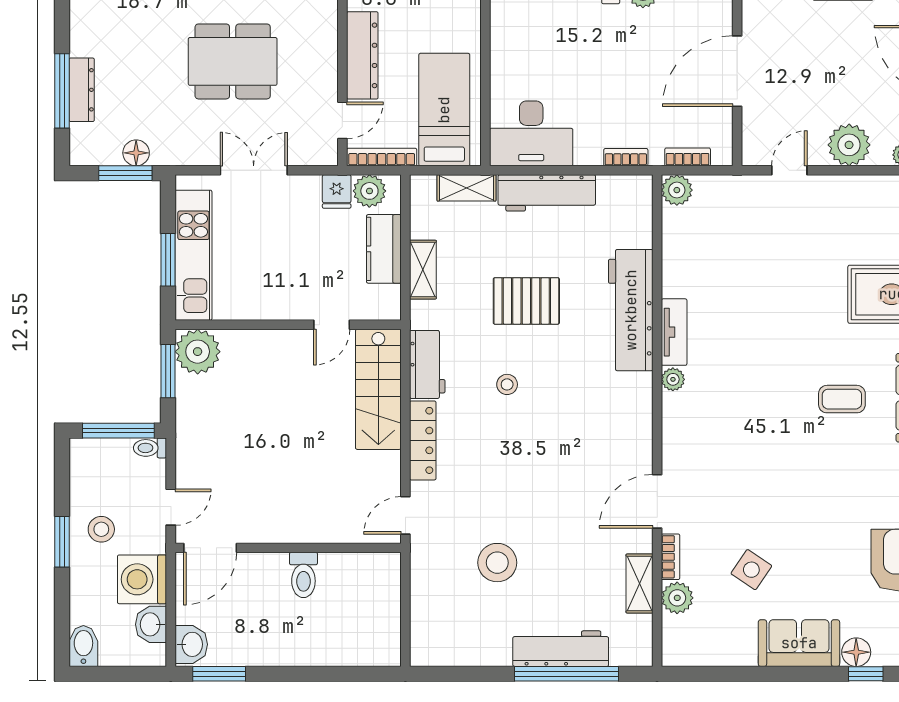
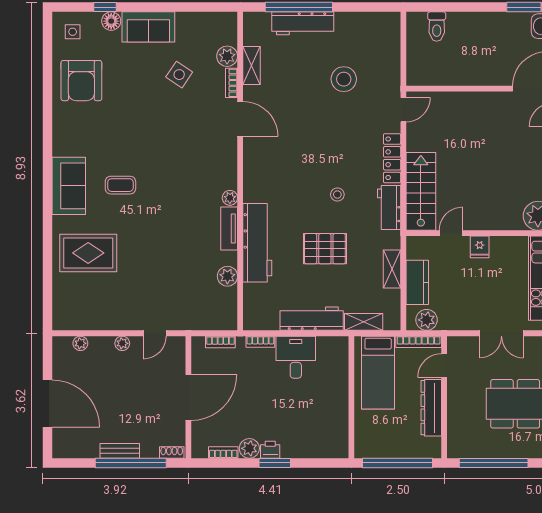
desk: (531, 133) -> (296, 357), moved, width x0.73
plant: (849, 145) -> (122, 343), width x0.53, depth x0.53
plant: (677, 190) -> (227, 276), moved
fridge: (337, 191) -> (480, 247), moved, turned 180
door: (657, 501) -> (240, 119), hinge flipped
toilet: (303, 575) -> (437, 27), moved, turned 180

